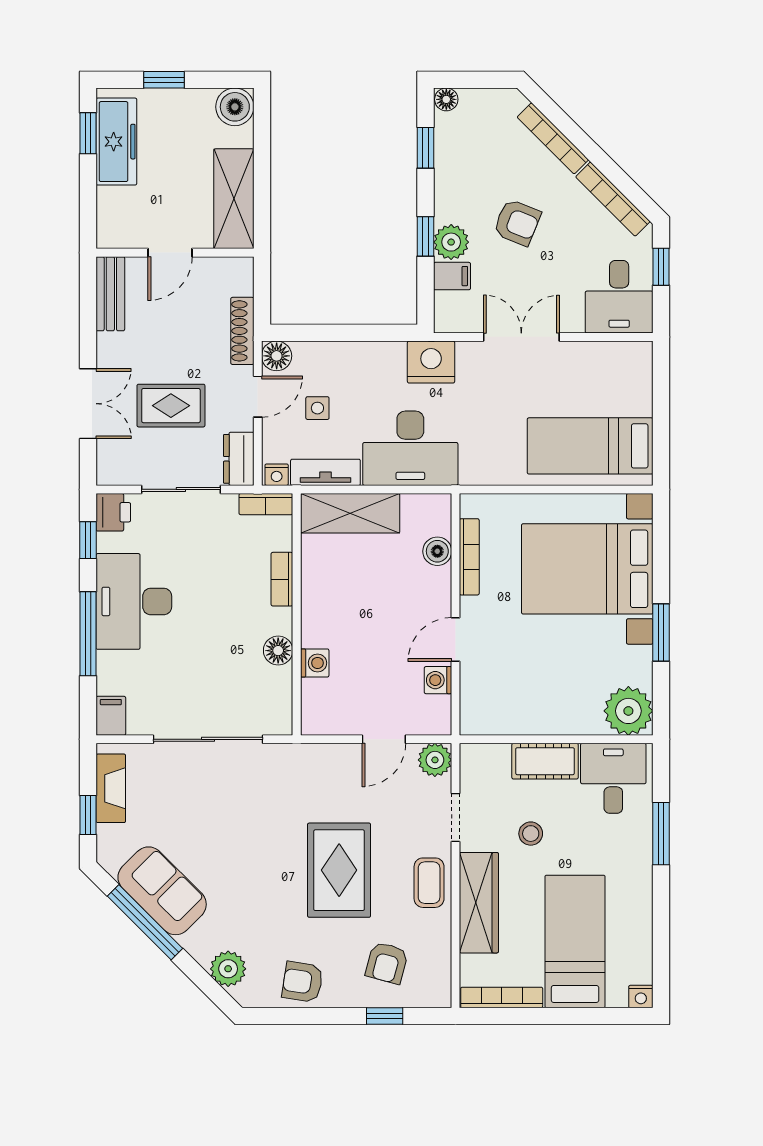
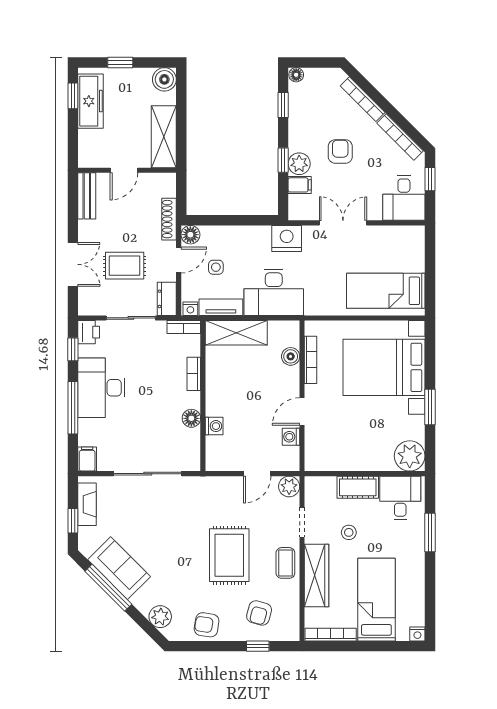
armchair: (517, 222) -> (340, 152), turned -112

